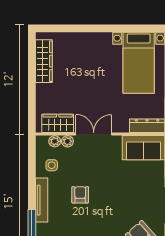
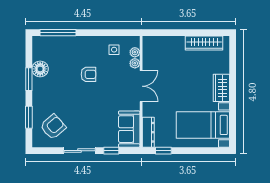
wardrobe: (58, 123) -> (221, 88), moved, turned 180
tv unit: (42, 200) -> (84, 41), removed

